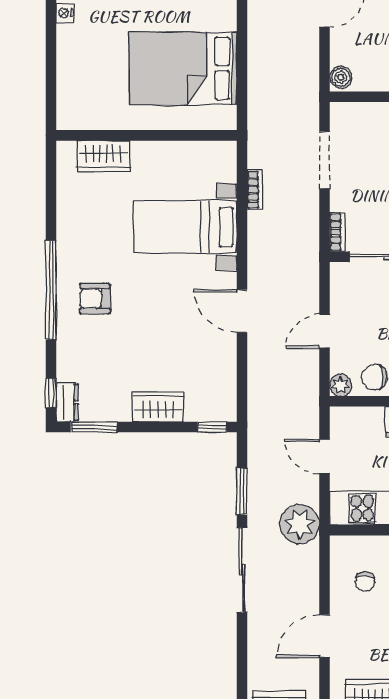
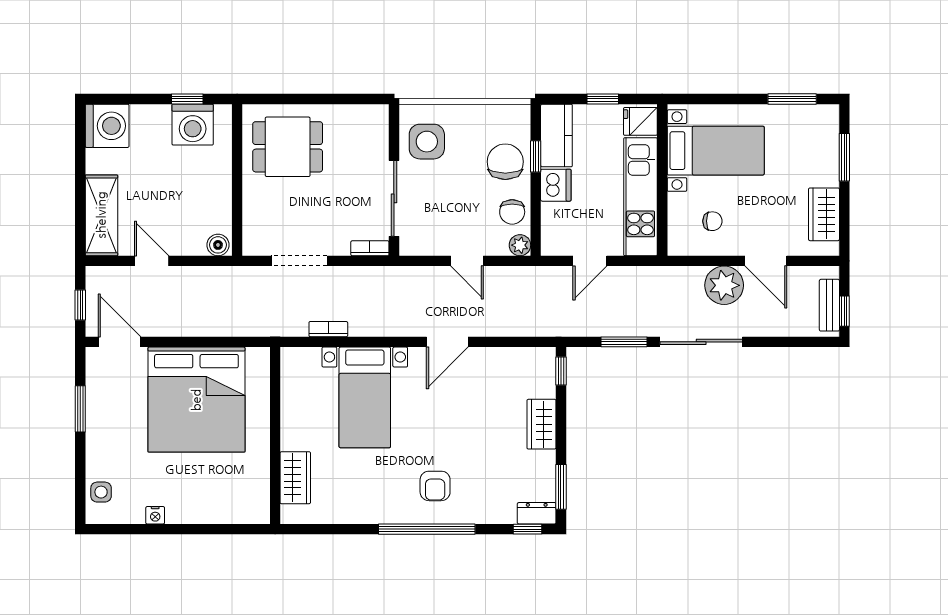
bed: (183, 68) -> (196, 400), width x1.36
plant: (300, 524) -> (724, 285), moved

